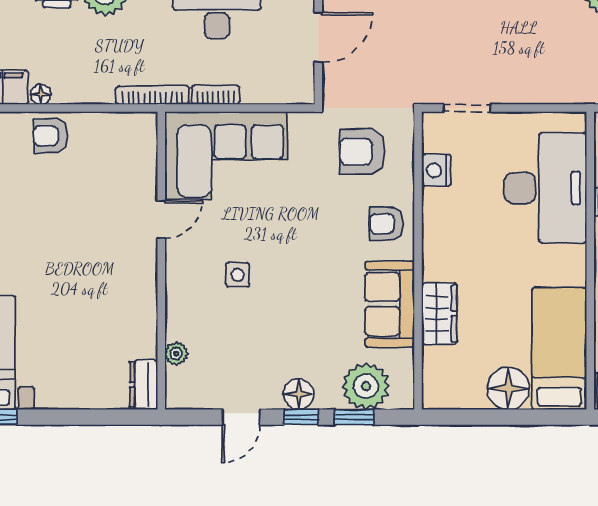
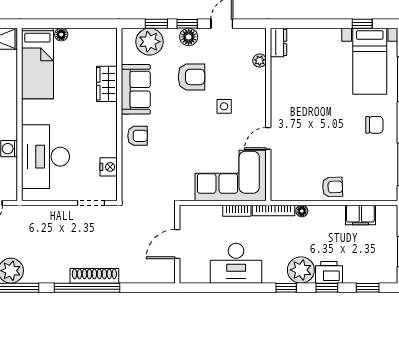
floor lamp: (41, 94) -> (302, 211), moved
armchair: (362, 151) -> (191, 77), moved
floor lamp: (508, 389) -> (61, 35), width x0.53, depth x0.53

